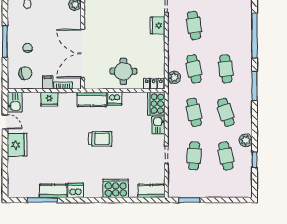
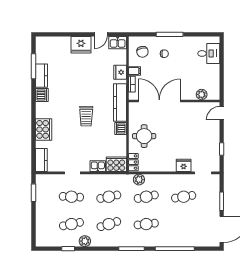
kitchen counter: (92, 99) -> (120, 103), width x1.50

